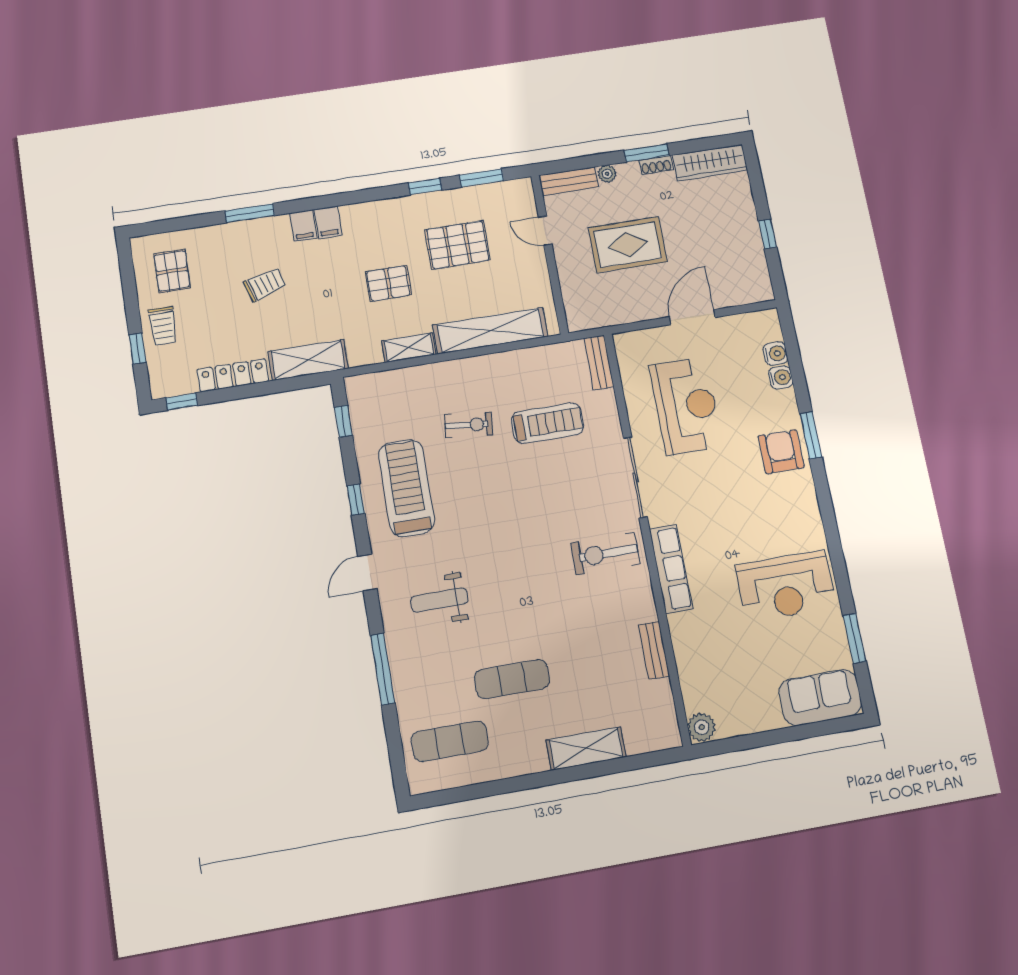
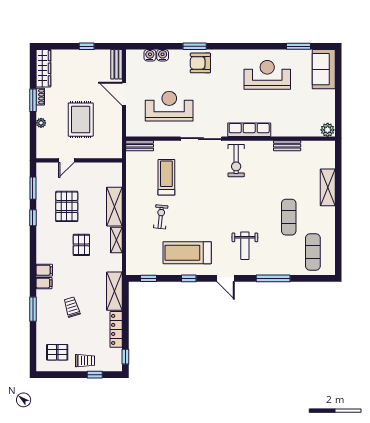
bench: (569, 181) -> (116, 64), moved
shelving: (490, 331) -> (114, 207), width x0.68
reception desk: (786, 586) -> (267, 75), turned -90

